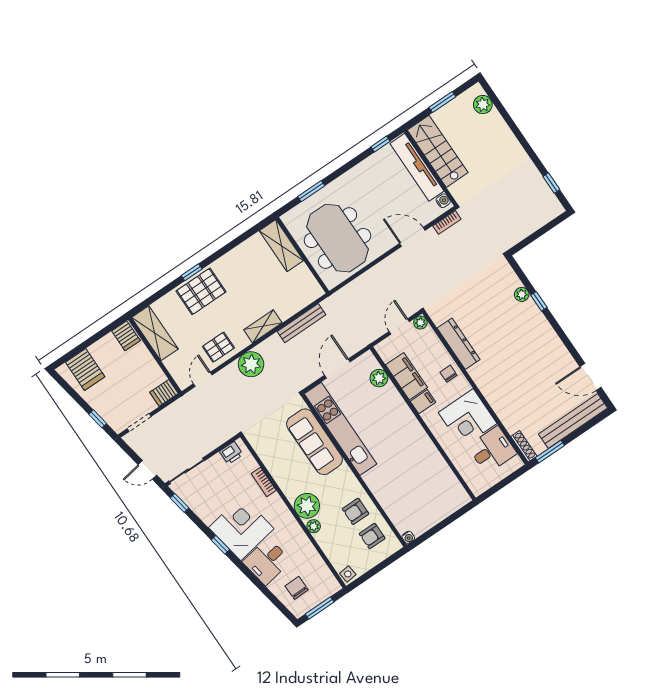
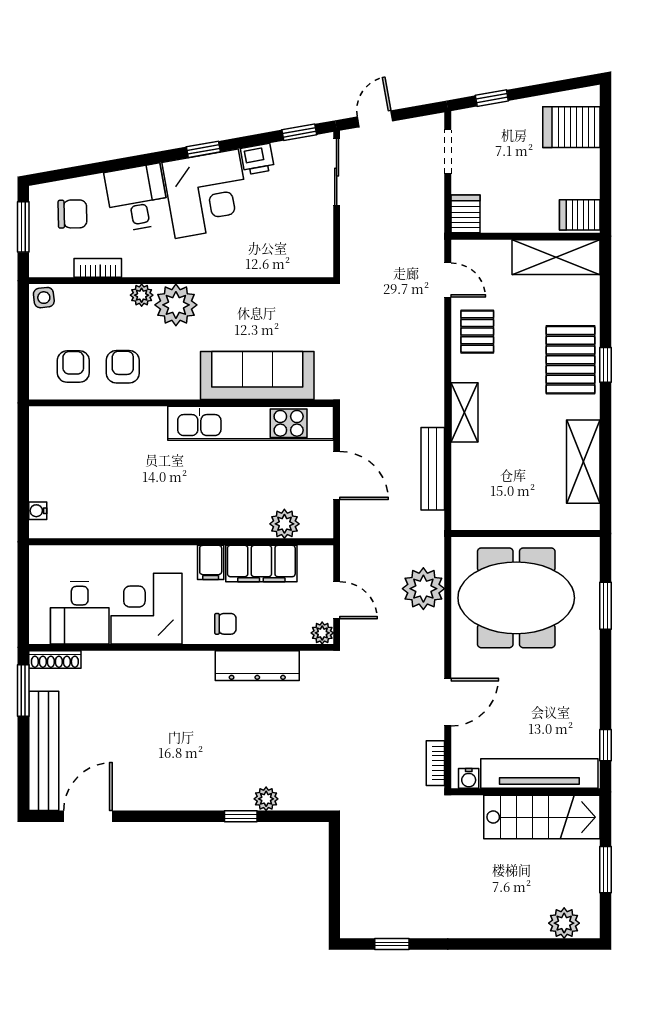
shelving: (281, 246) -> (583, 462), moved, turned 90
plant: (251, 364) -> (423, 589), moved
printer: (231, 453) -> (257, 159), moved, turned -100
bookcase: (264, 482) -> (98, 268), moved
water cooler: (408, 537) -> (38, 511), moved

